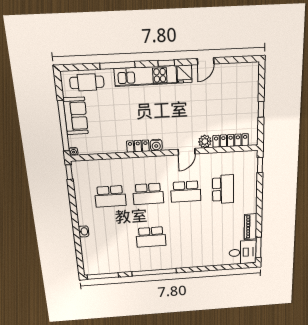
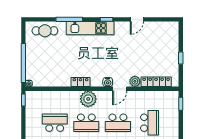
fridge: (184, 74) -> (120, 28), removed
sofa: (76, 116) -> (34, 56), removed
water cooler: (156, 145) -> (108, 82), moved
plant: (149, 166) -> (88, 99), added
school desk: (110, 196) -> (55, 123), turned 180

